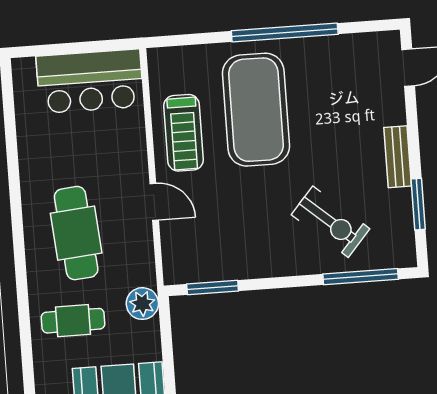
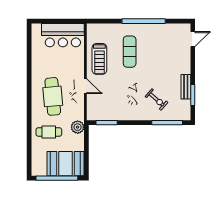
exercise mat: (256, 110) -> (130, 52), width x0.50, depth x0.69
bench: (398, 157) -> (186, 87), moved
exercise bike: (331, 222) -> (157, 99), width x0.73, depth x0.72

